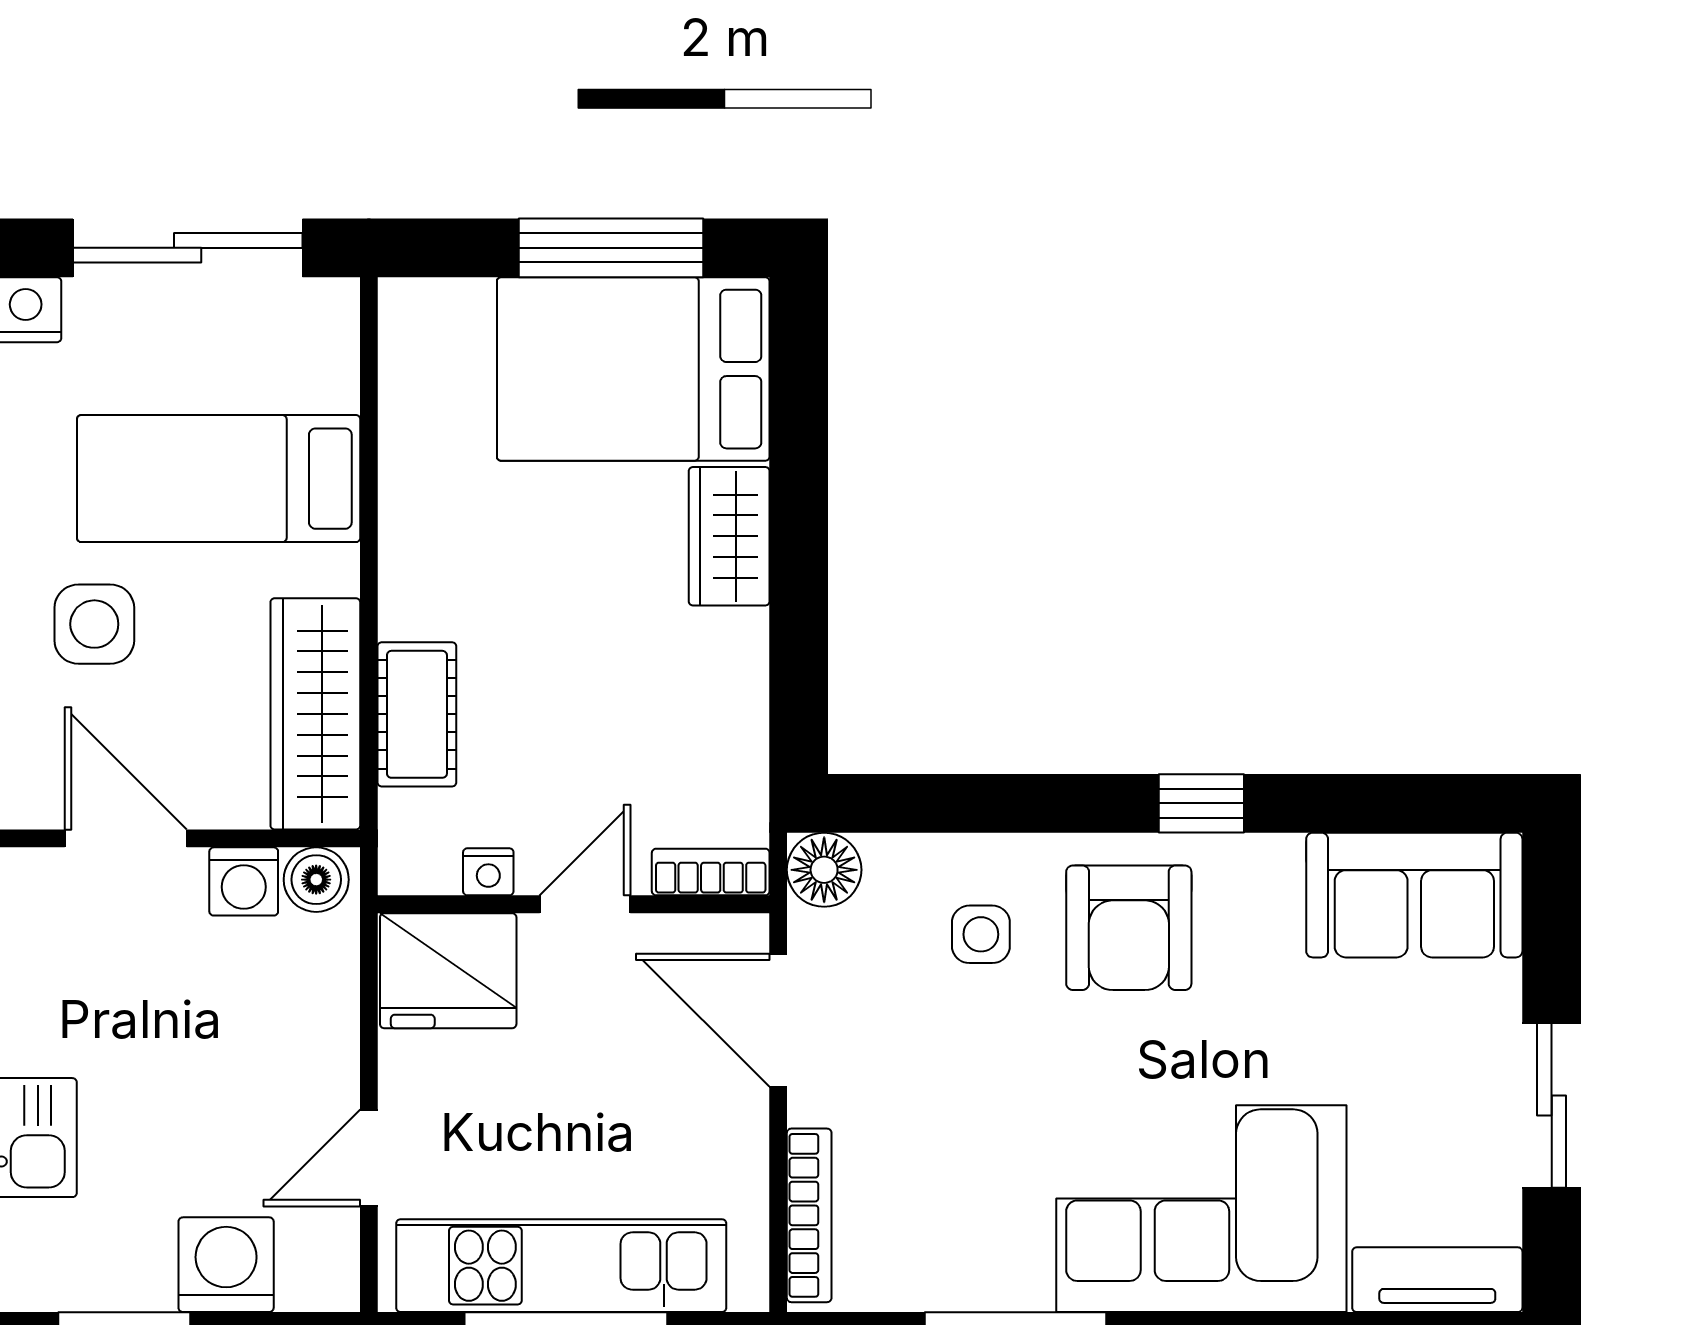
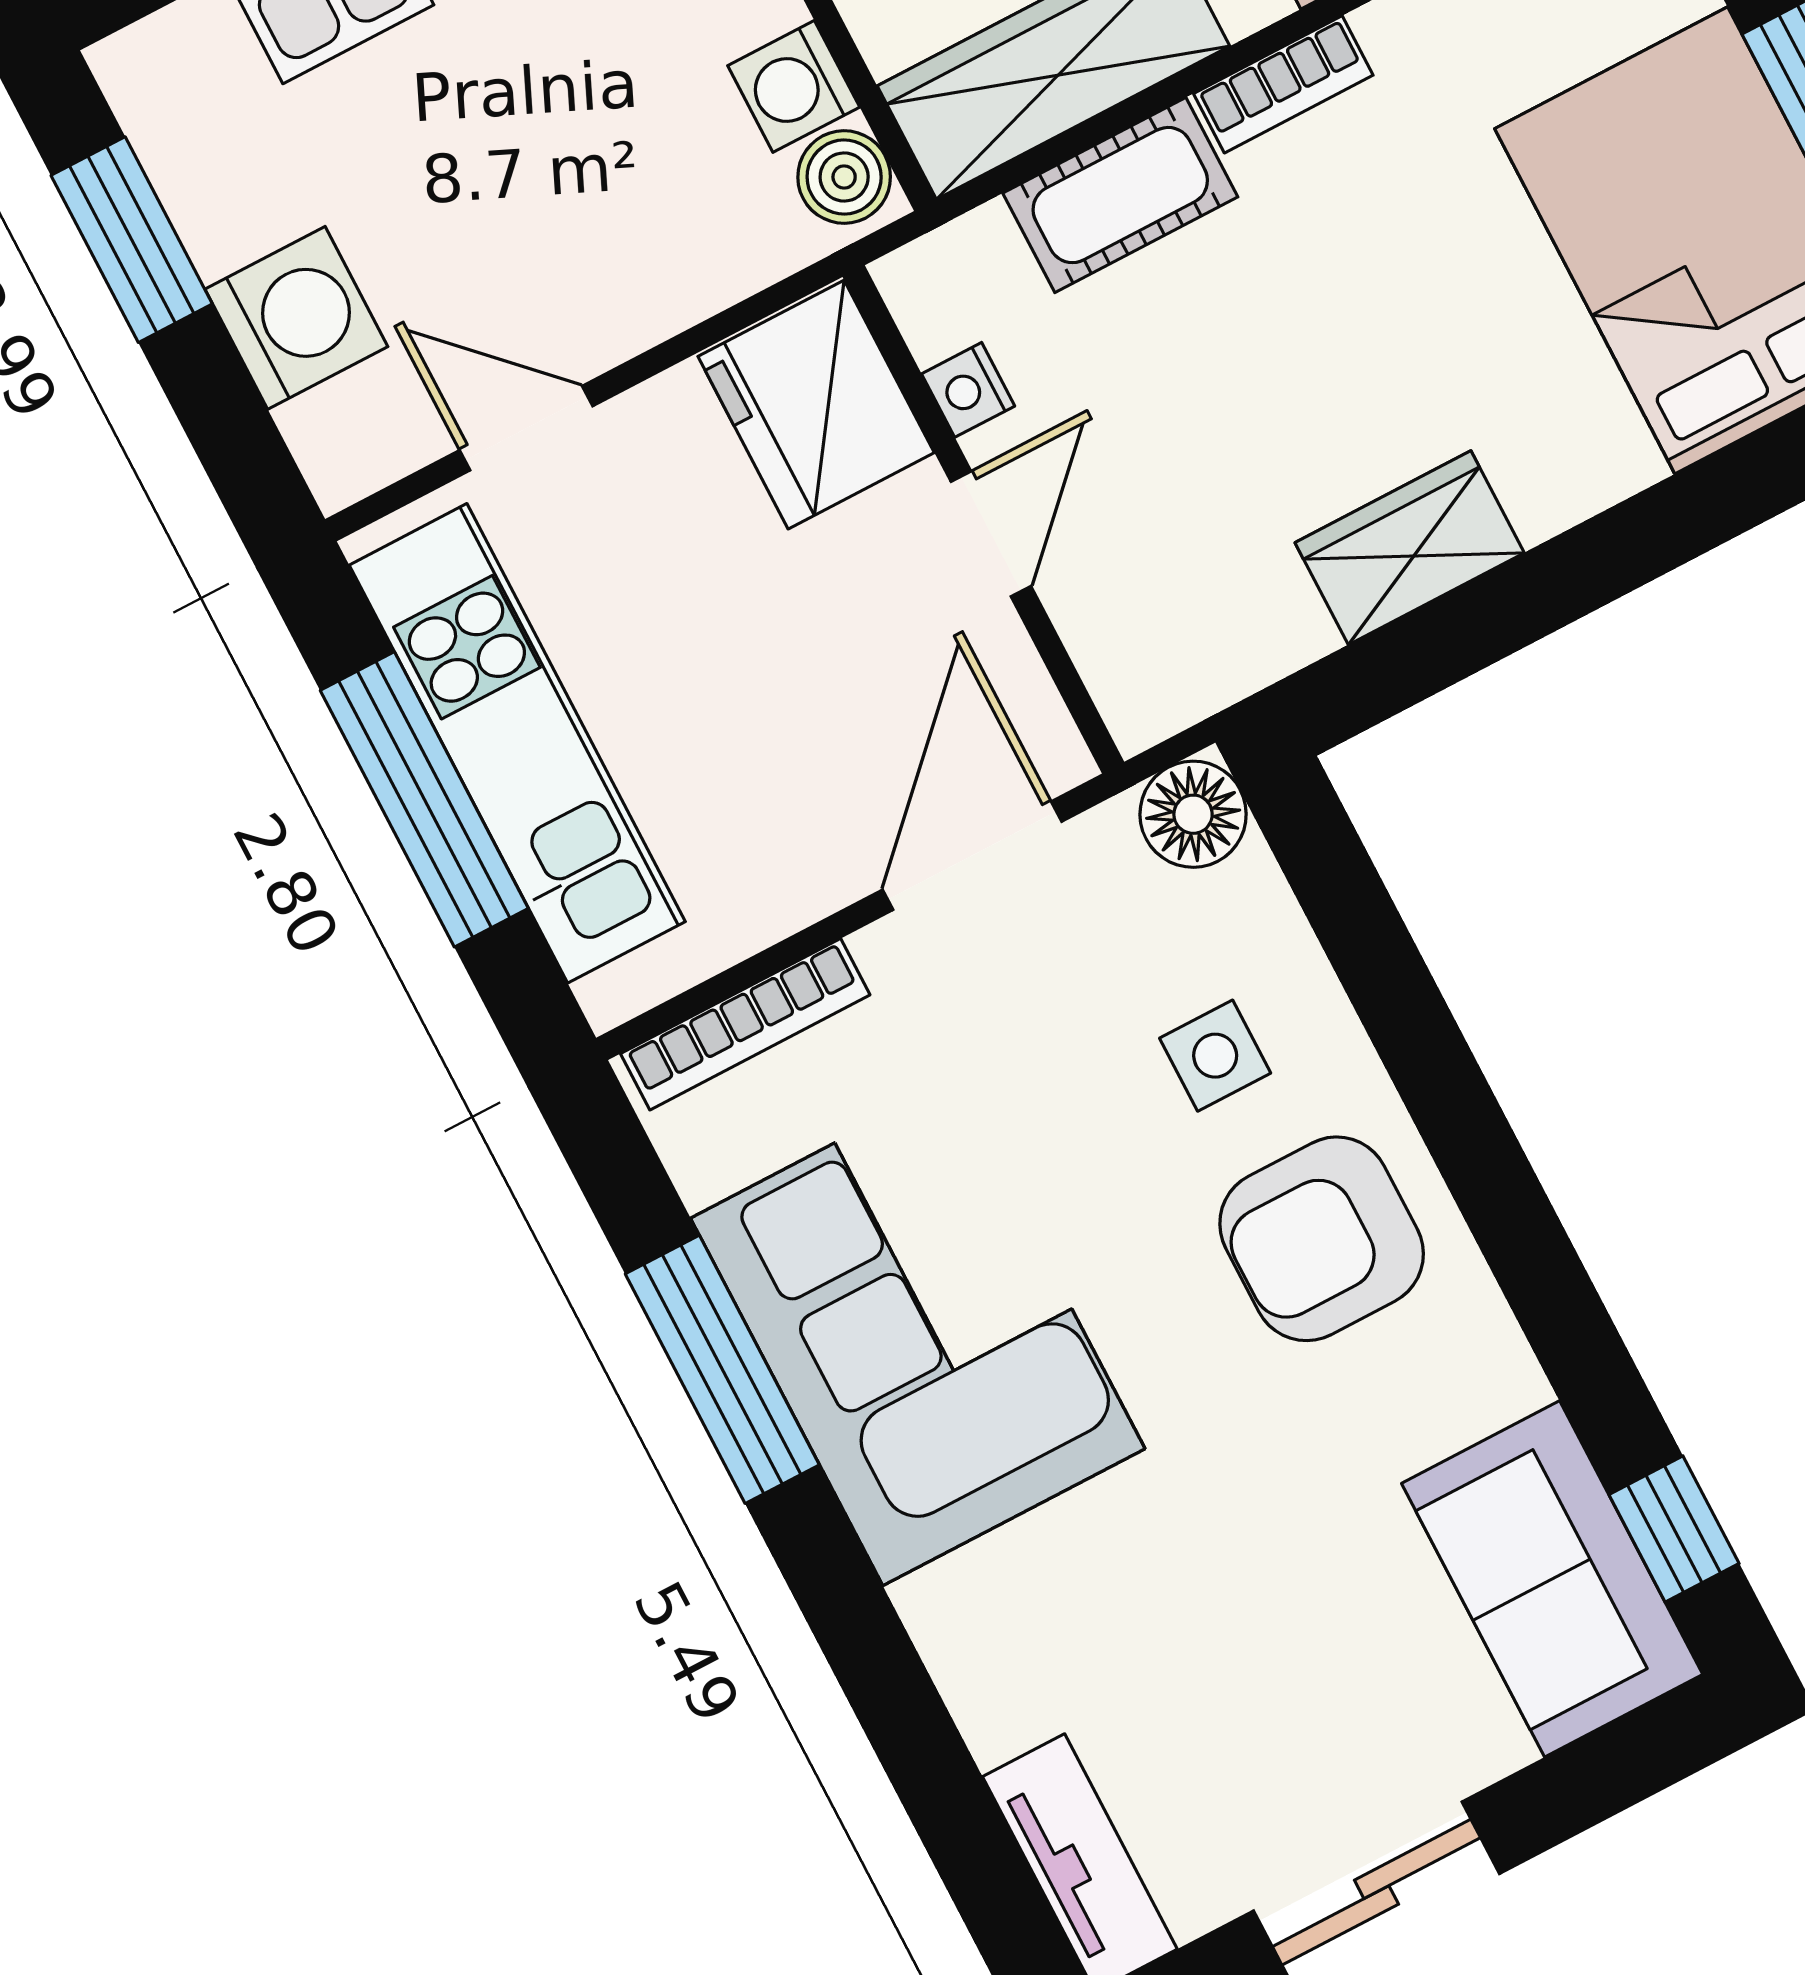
wardrobe: (729, 536) -> (1410, 548), moved
window: (1201, 803) -> (1674, 1529), moved
bookcase: (711, 872) -> (1283, 84), moved, turned 90
door: (585, 904) -> (991, 534), hinge flipped
corner sofa: (1201, 1209) -> (918, 1333), moved

